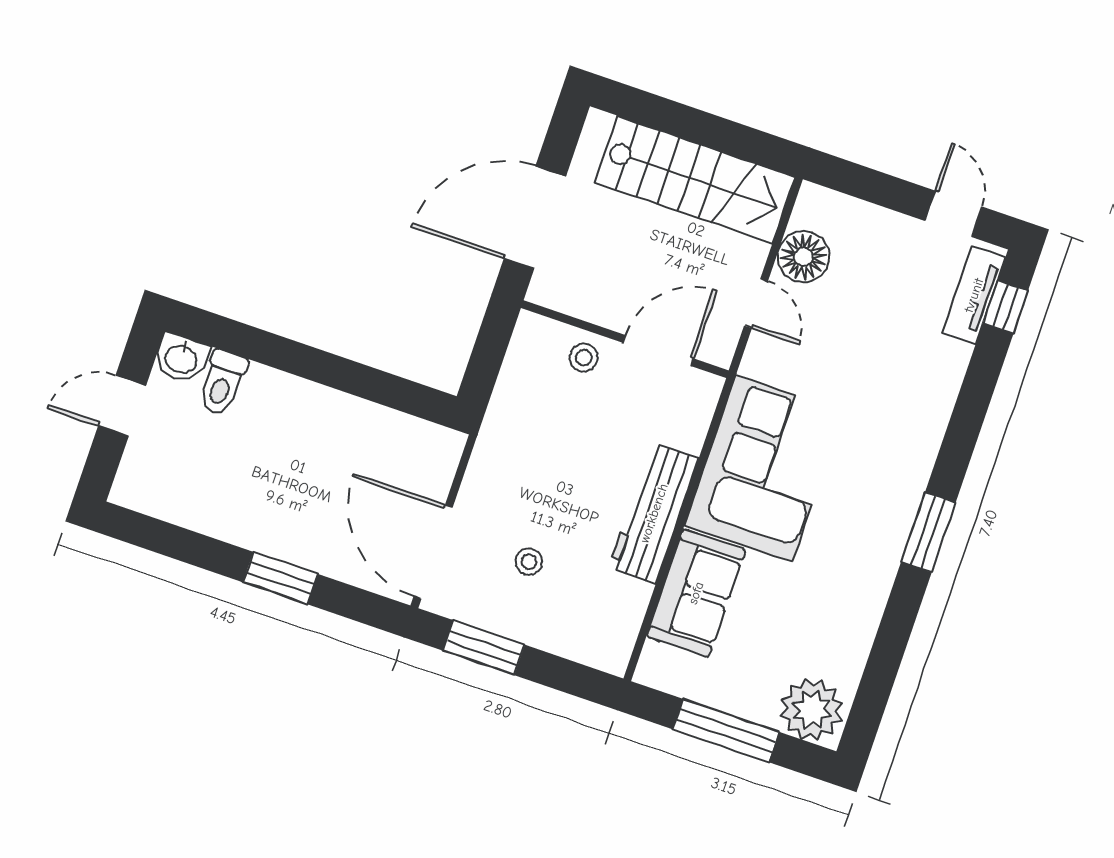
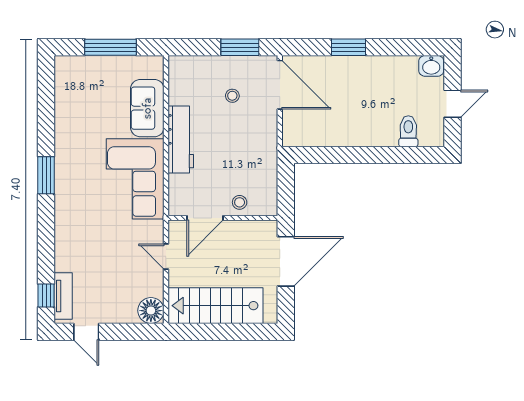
floor lamp: (804, 257) -> (151, 311), moved
washbasin: (181, 358) -> (431, 66), moved, turned 180
plant: (812, 710) -> (73, 71), removed

